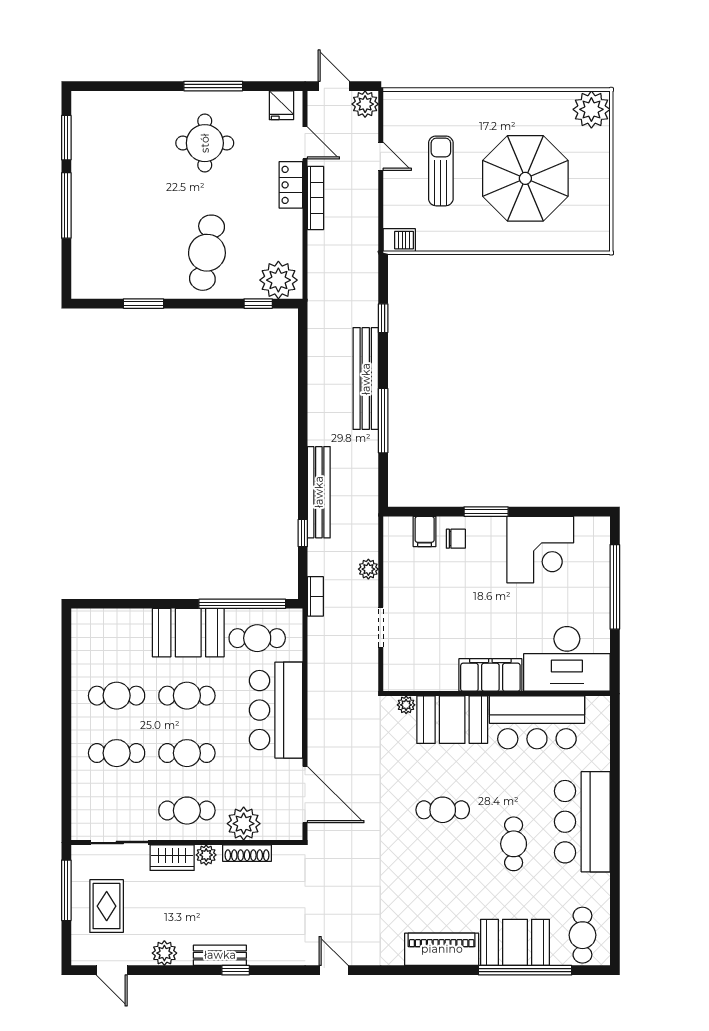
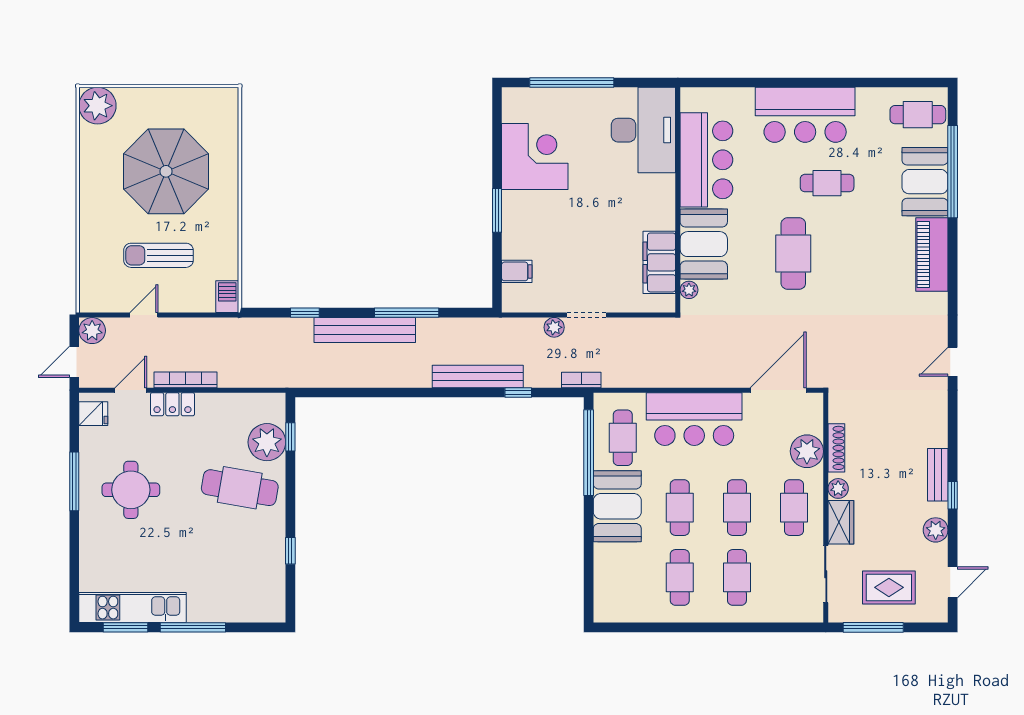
kitchen unit: (86, 145) -> (133, 608), added
plant: (278, 280) -> (267, 442), moved
window: (144, 304) -> (290, 551), width x0.67
chair: (456, 539) -> (524, 240), removed
doorway: (381, 627) -> (586, 315), moved
filing cabinet: (490, 675) -> (659, 262), moved
cafe table: (443, 810) -> (793, 254), width x1.37, depth x1.35
window: (236, 970) -> (953, 495), moved

